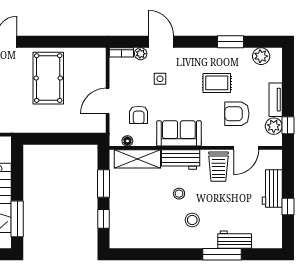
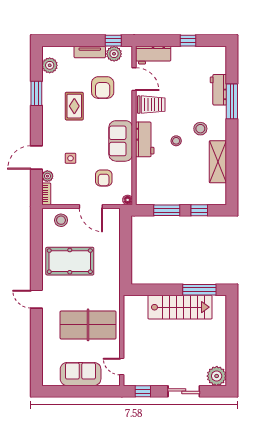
stool: (93, 68) -> (61, 220), added
armchair: (139, 115) -> (104, 178), turned 90
floor lamp: (127, 141) -> (128, 200), moved
shelving: (137, 159) -> (218, 162), moved
workbench: (272, 188) -> (153, 55), moved

